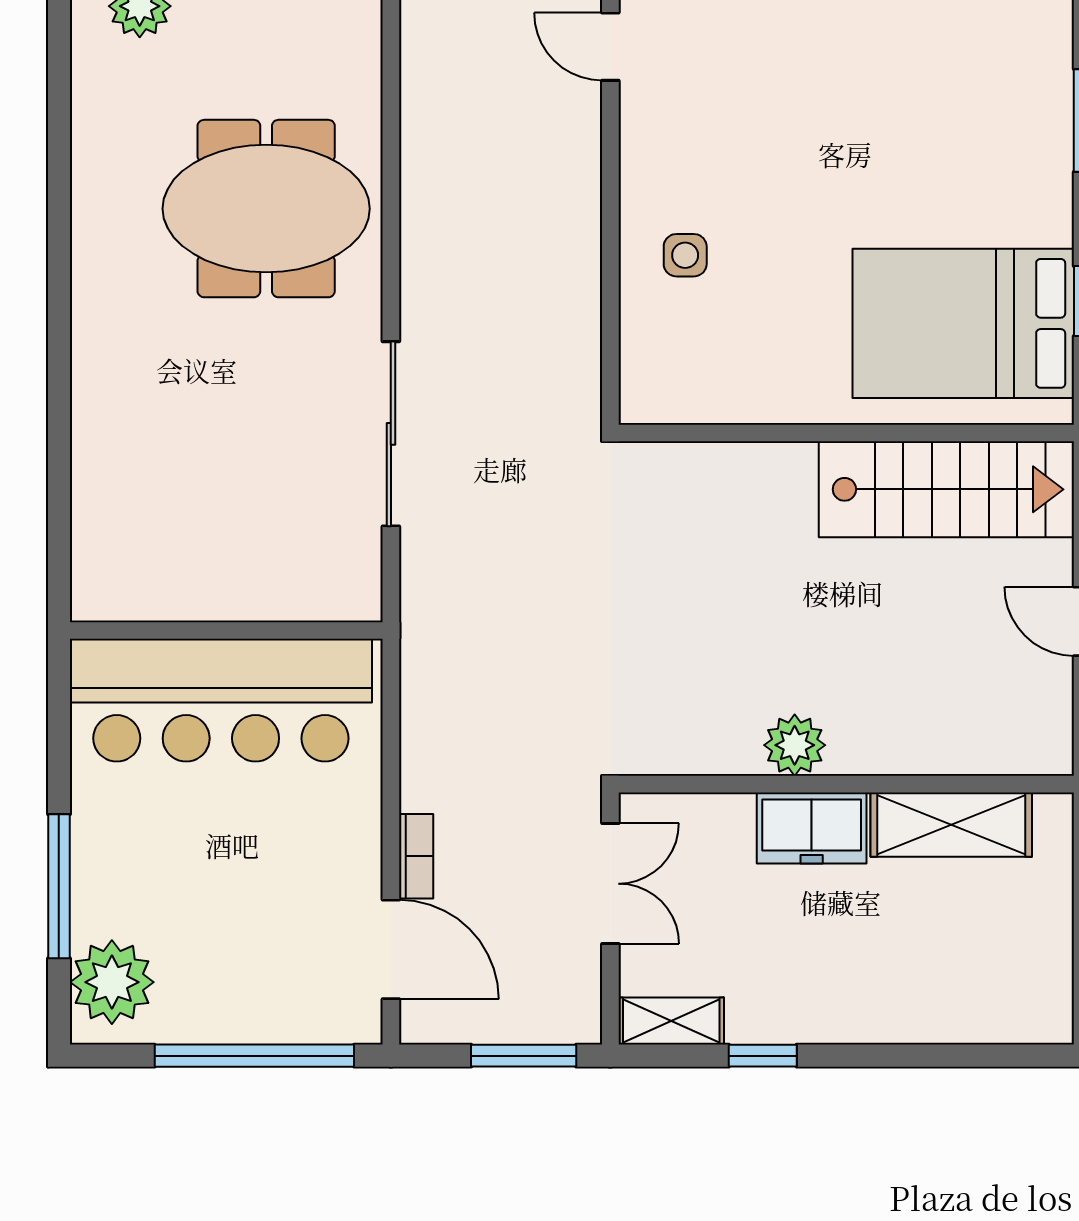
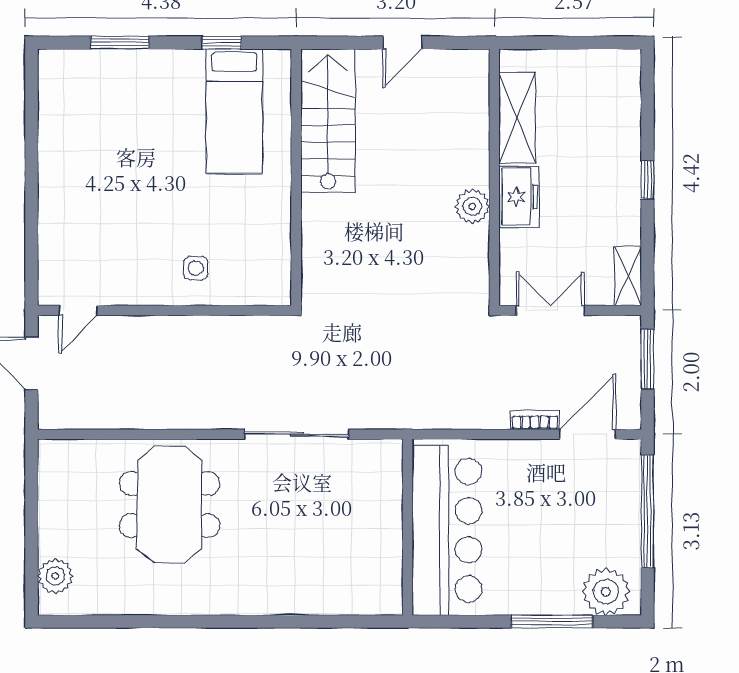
bed: (963, 323) -> (234, 111), width x0.67
window: (763, 1056) -> (647, 180), moved

